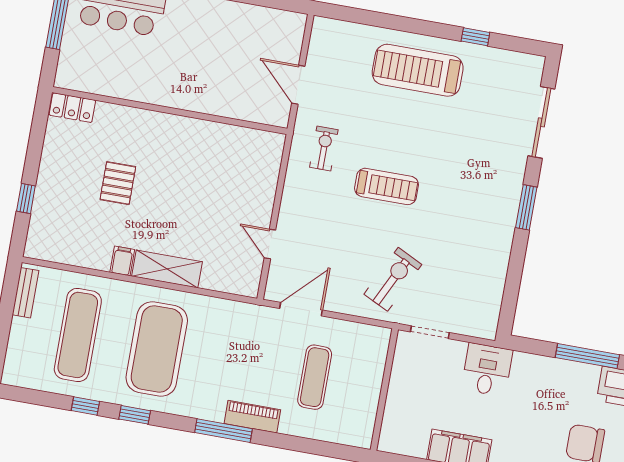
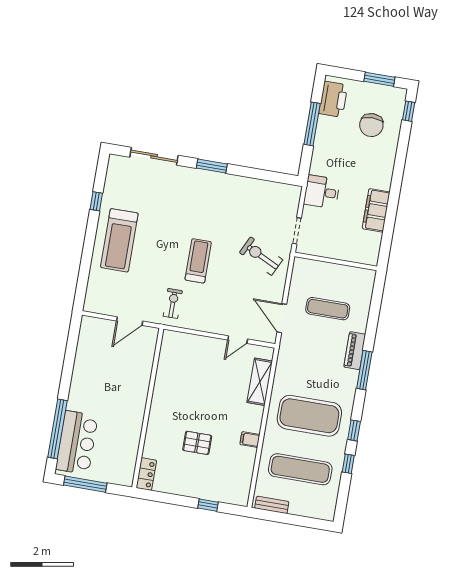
exercise bike: (324, 148) -> (173, 303), turned 90
shelving: (167, 269) -> (260, 382), moved

